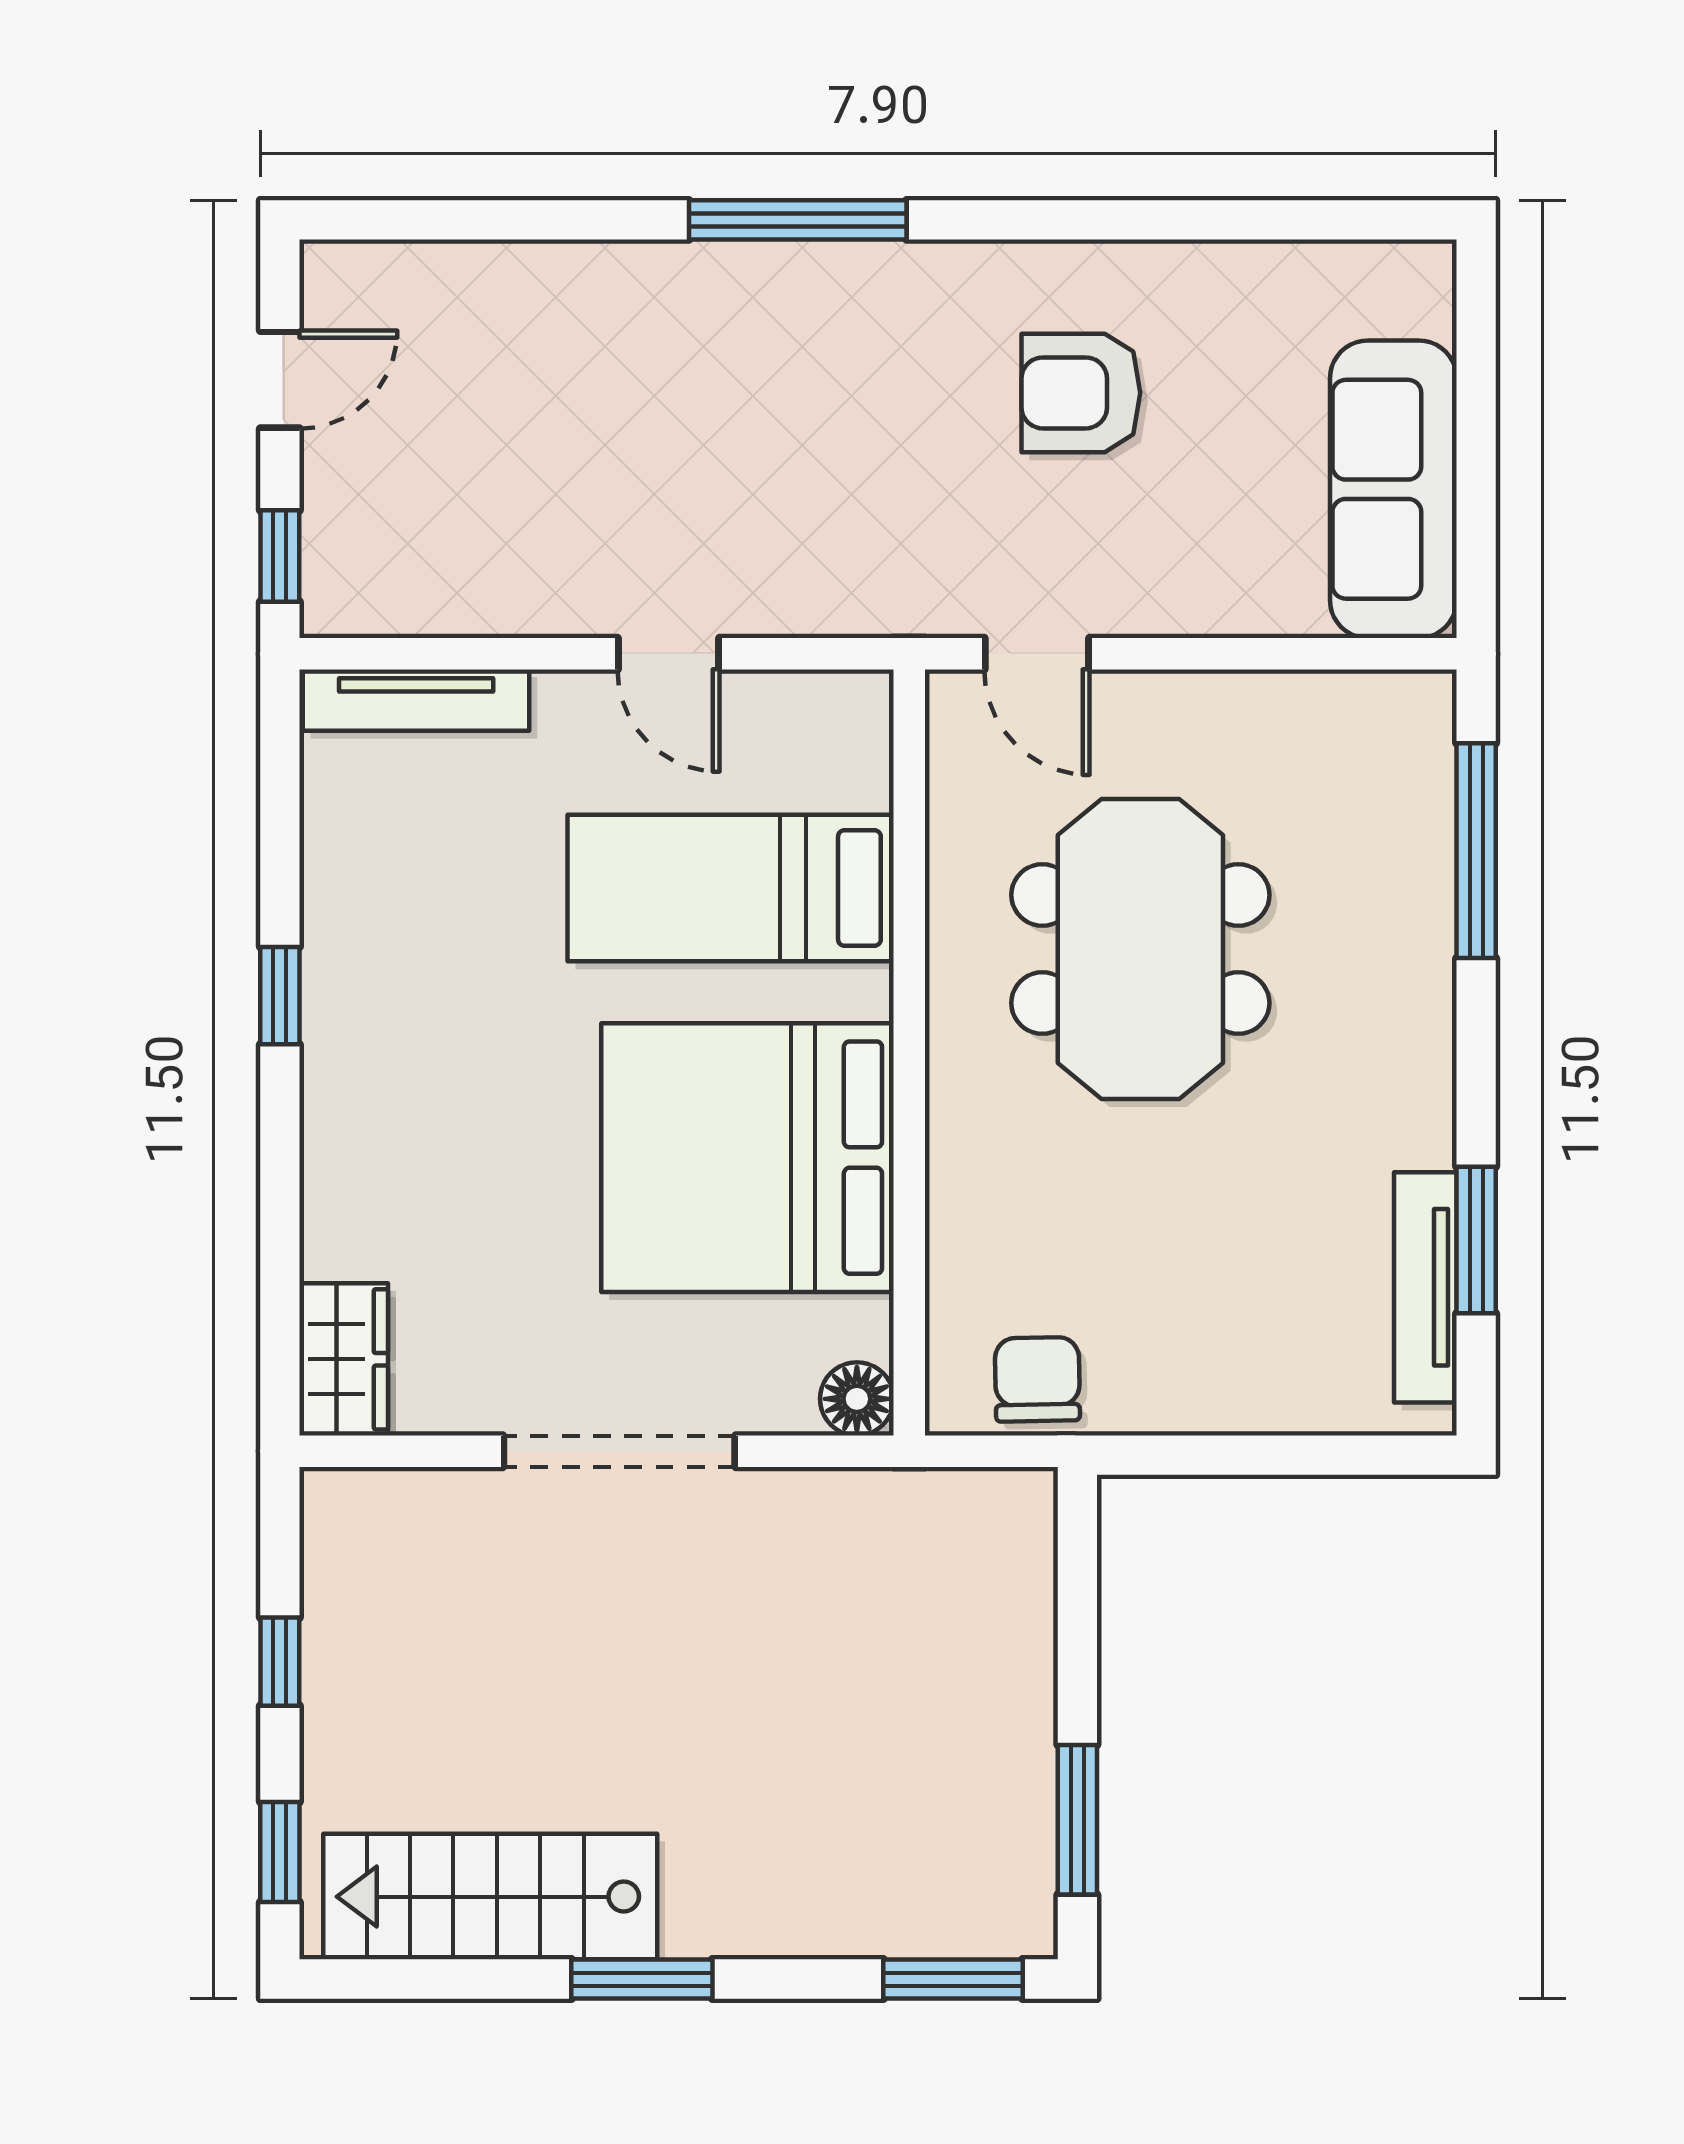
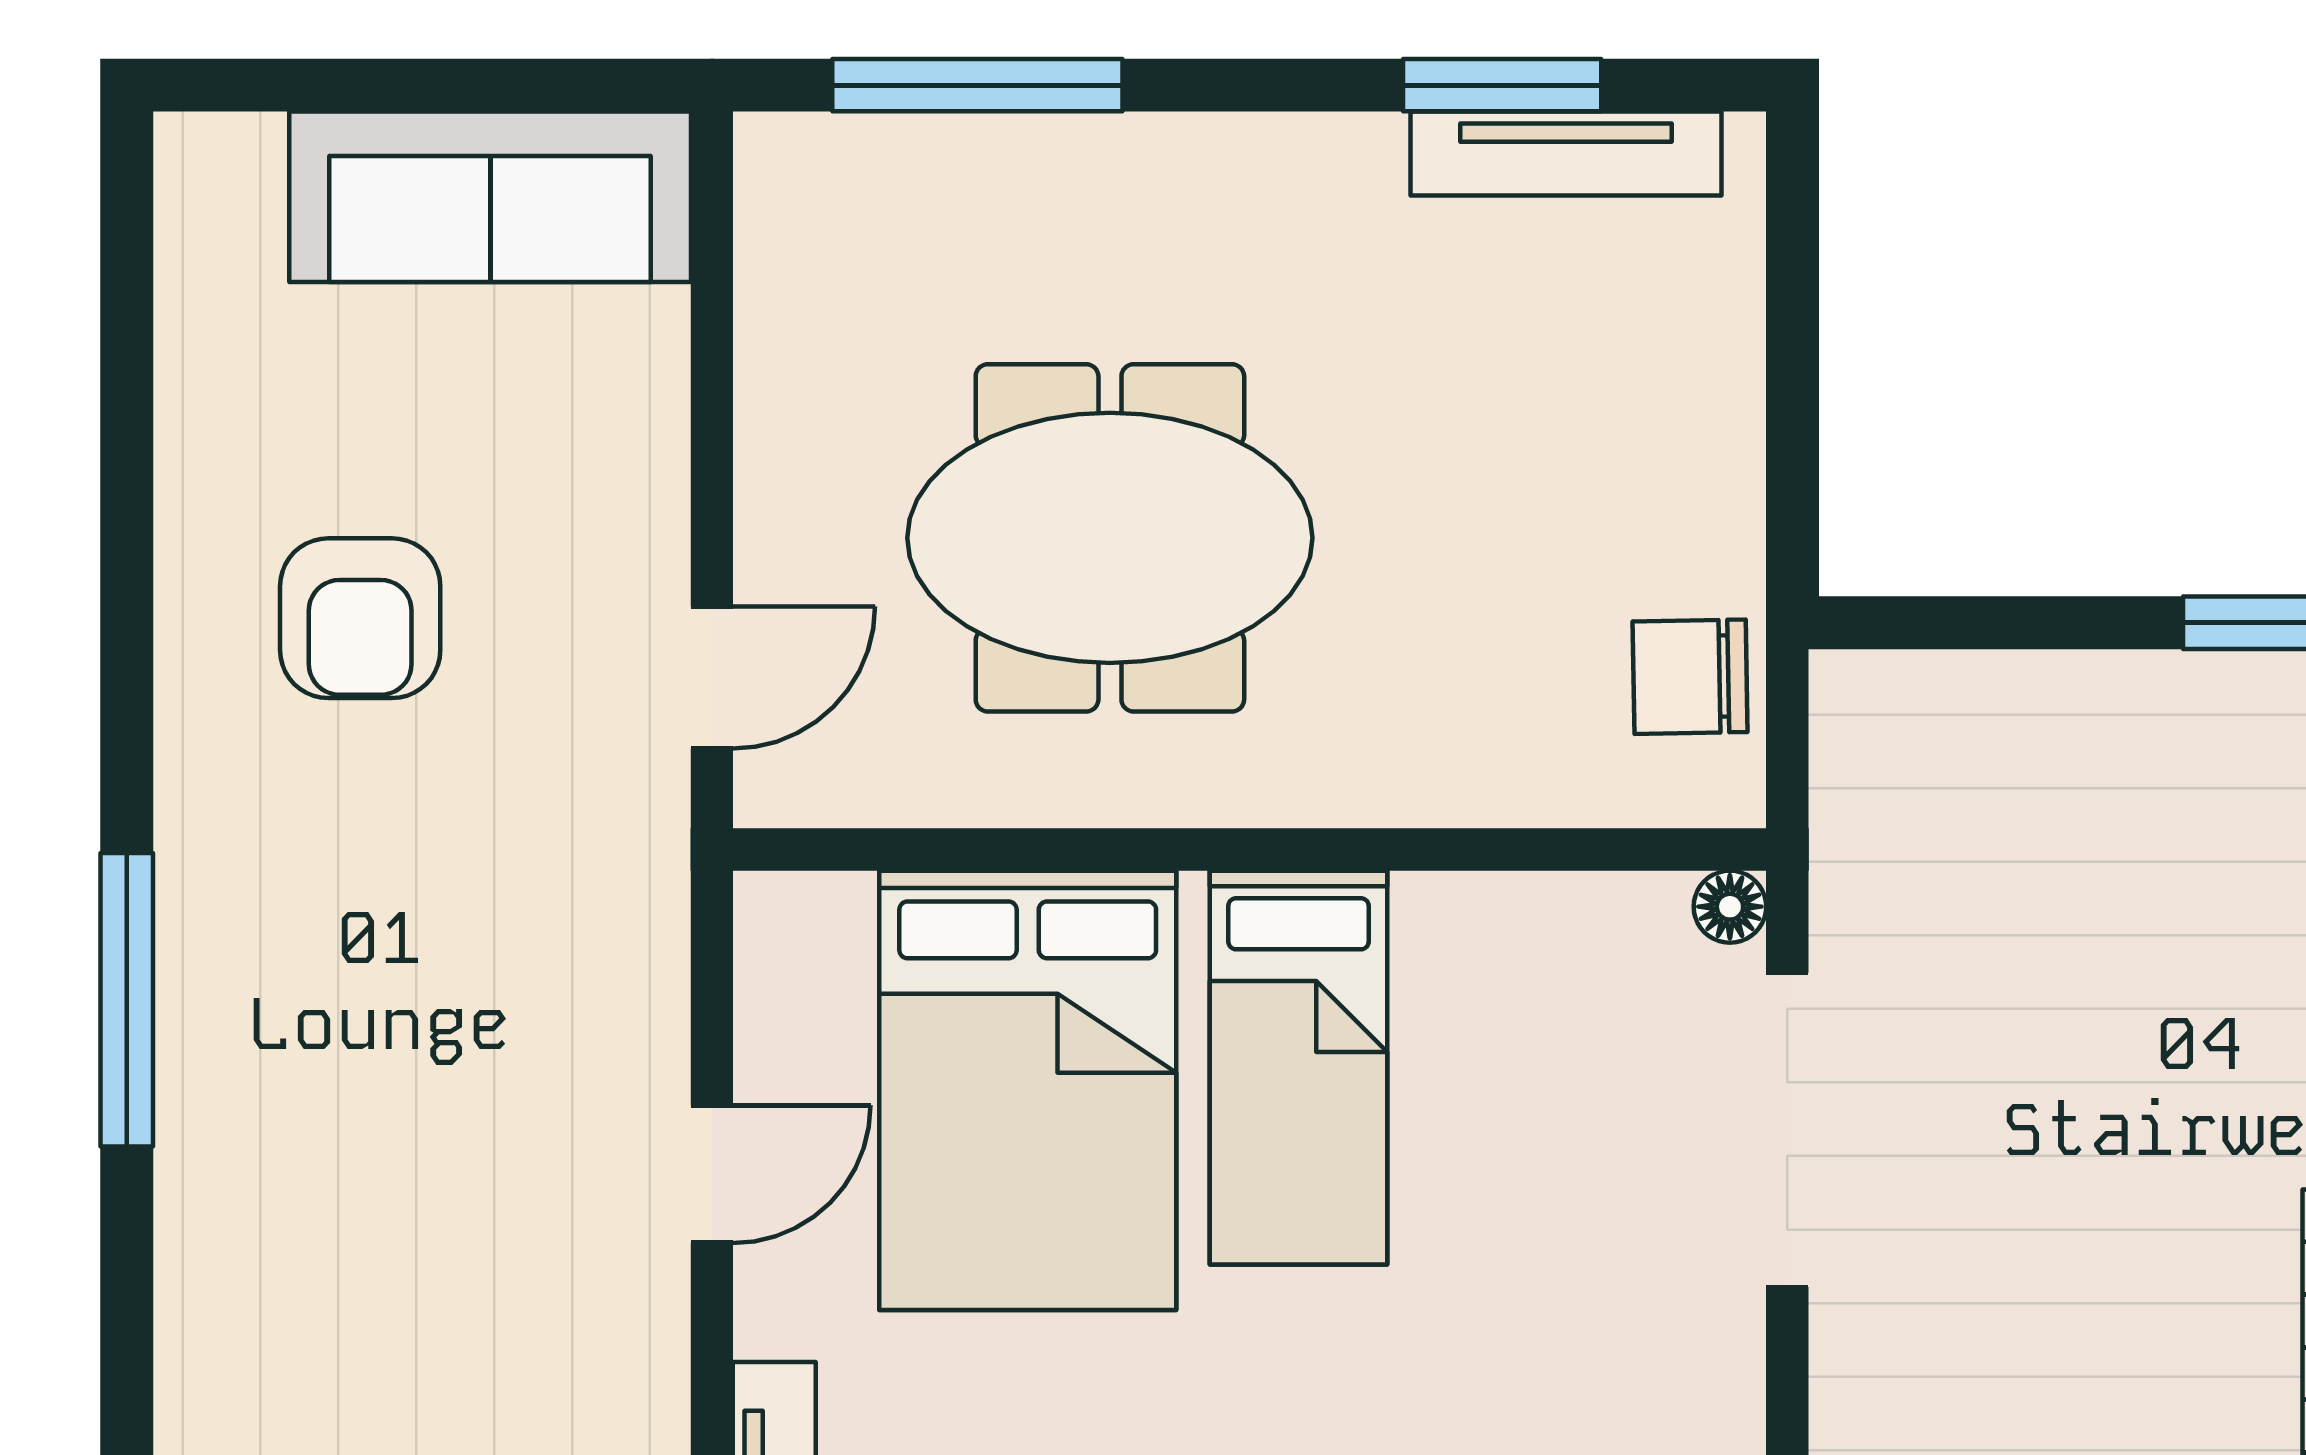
bed: (731, 888) -> (1028, 1090), width x1.50
bed: (747, 1158) -> (1298, 1068), width x0.49
floor lamp: (857, 1399) -> (1730, 907), width x0.73, depth x0.73
doorway: (619, 1451) -> (1787, 1130), moved

